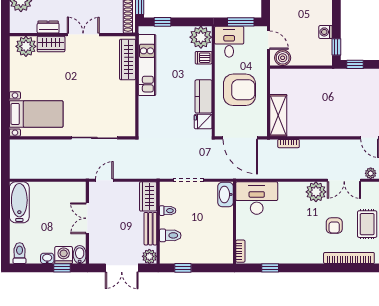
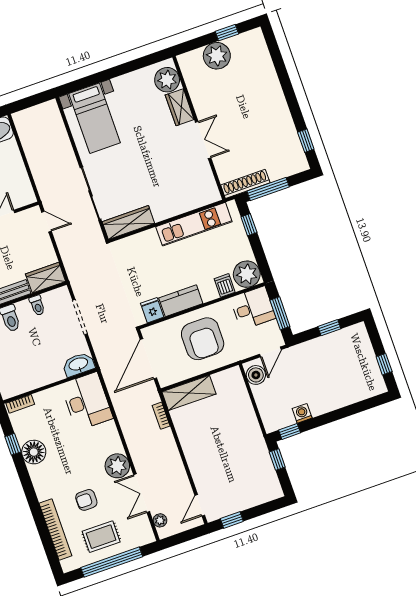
dresser: (48, 27) -> (198, 97), removed
wardrobe: (128, 59) -> (128, 223), moved
floor lamp: (282, 254) -> (34, 452), added

